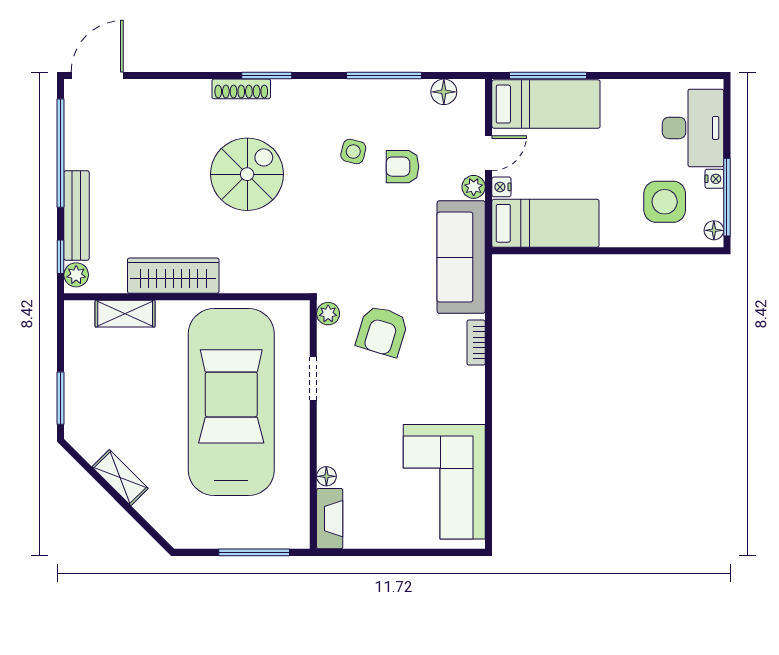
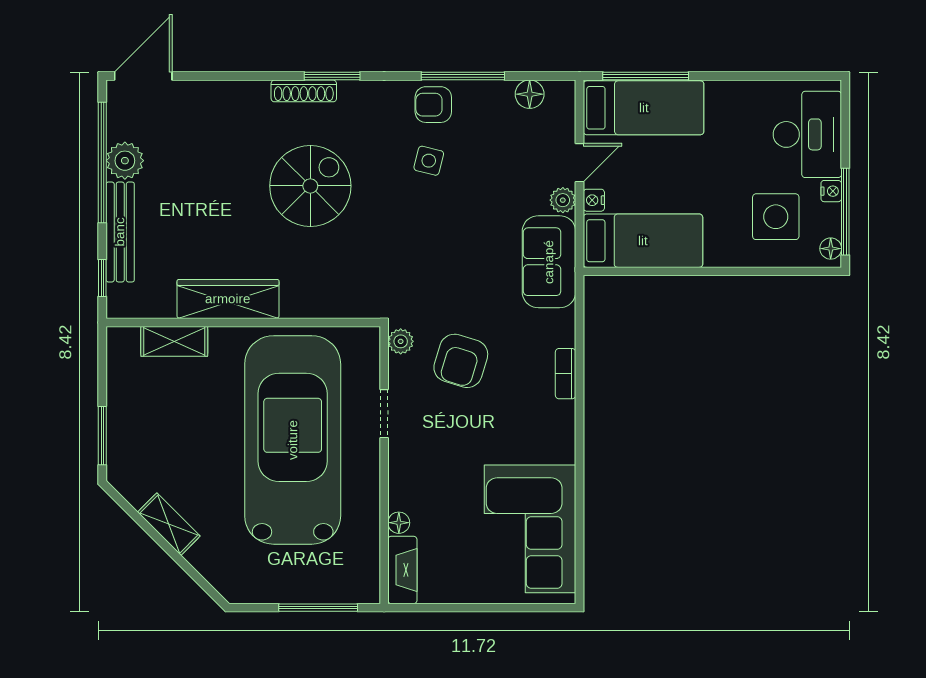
armchair: (402, 167) -> (433, 105), moved
sofa: (461, 257) -> (549, 262), width x0.73
plant: (76, 275) -> (125, 161), moved, width x1.38, depth x1.38

